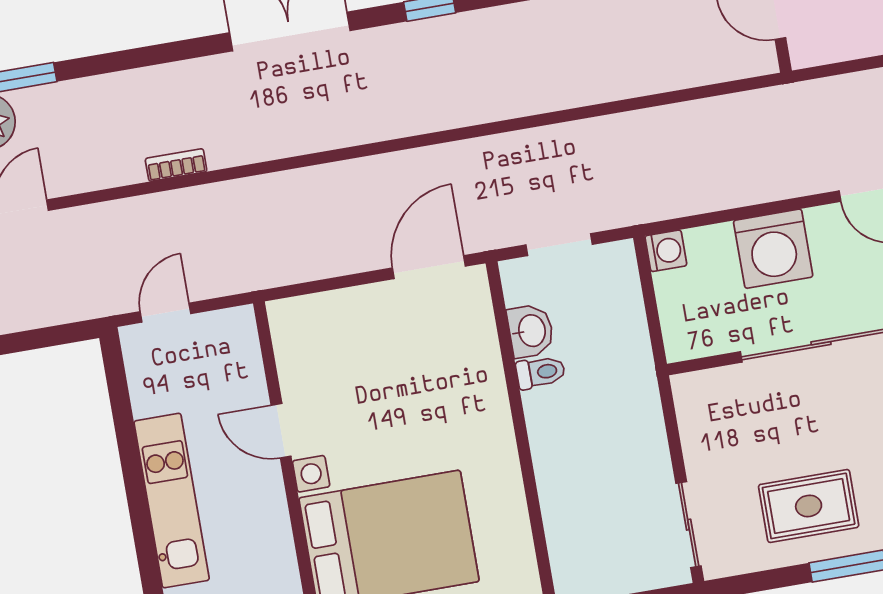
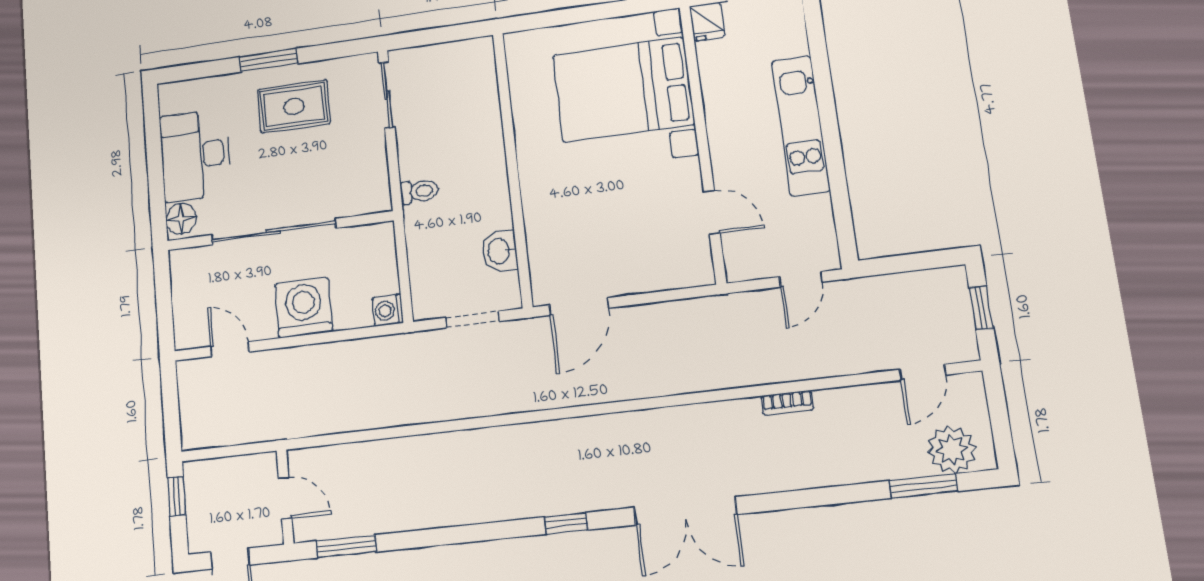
toilet: (541, 372) -> (419, 191), moved, turned 180
door: (281, 431) -> (712, 212), moved

